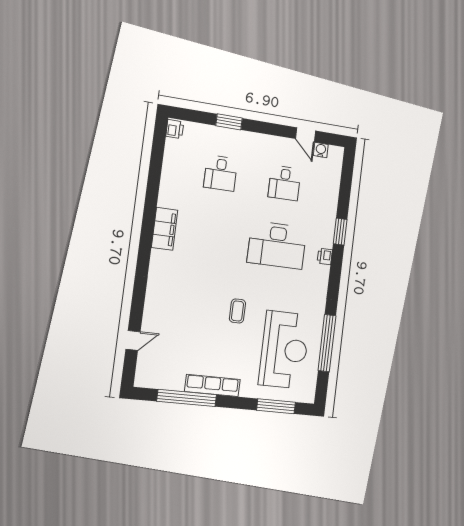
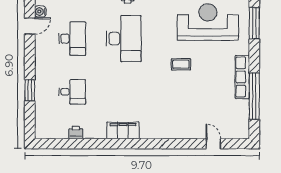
printer: (175, 129) -> (76, 133), moved
desk: (285, 183) -> (72, 39), width x1.37

